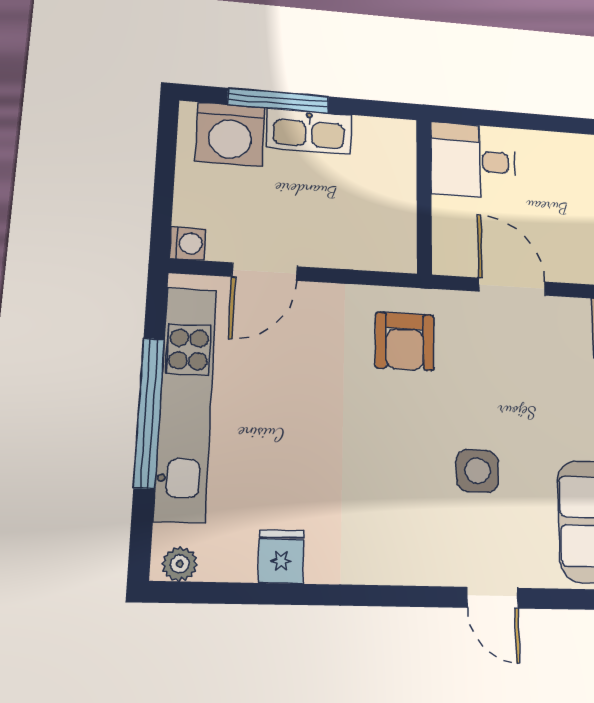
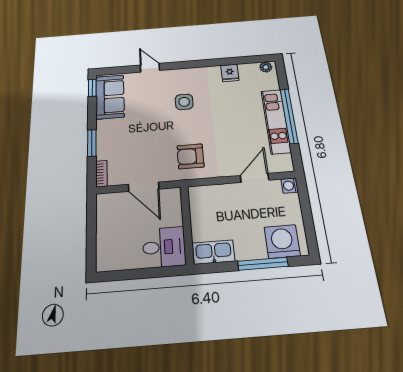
kitchen sink: (309, 131) -> (213, 252), moved
armchair: (405, 341) -> (190, 156), turned -90
kitchen unit: (186, 402) -> (276, 121), width x0.73
side table: (477, 471) -> (184, 102), moved

